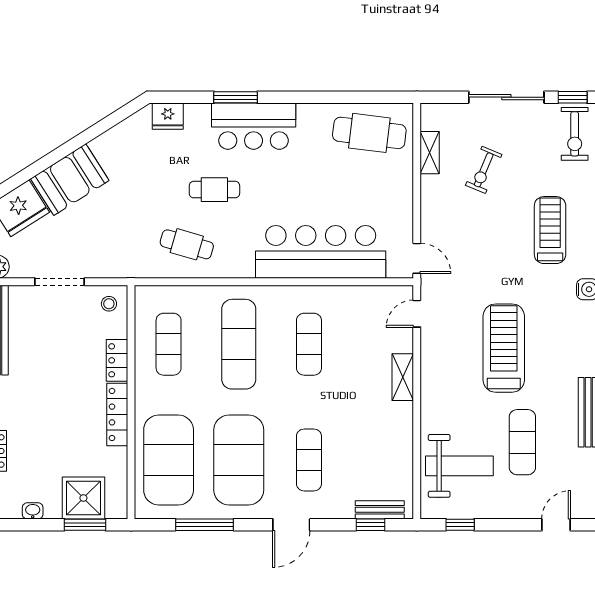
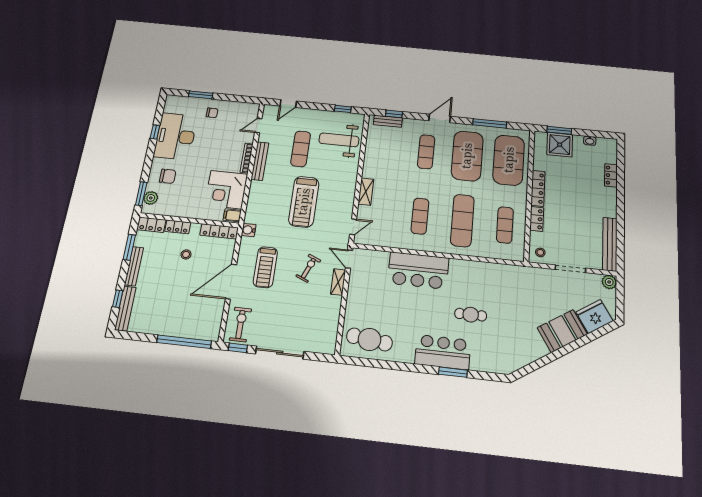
fridge: (168, 116) -> (497, 365), removed
shelving: (430, 153) -> (338, 282), moved
exercise bike: (484, 170) -> (308, 268), moved
cafe table: (187, 244) -> (490, 283), removed
bar counter: (321, 252) -> (418, 271), width x0.73

